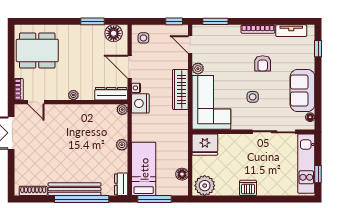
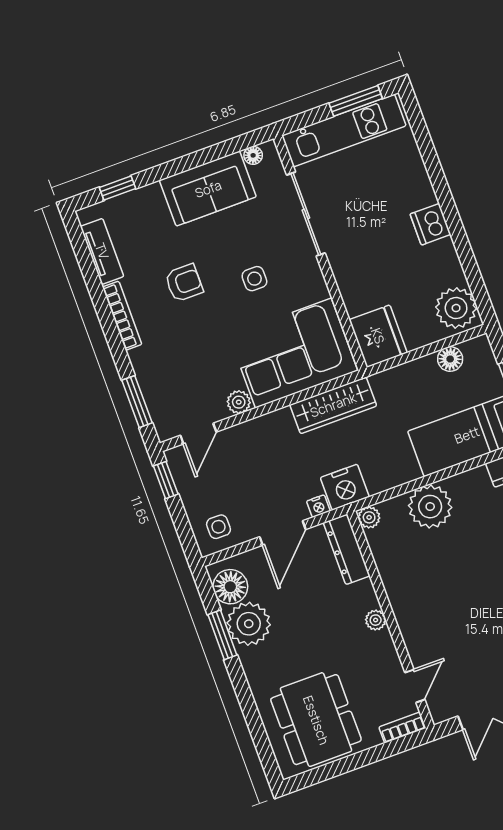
plant: (93, 36) -> (249, 624), added
wardrobe: (180, 90) -> (333, 405), moved
plant: (122, 145) -> (430, 507), width x1.87, depth x1.87
window: (318, 174) -> (356, 101), width x1.50

